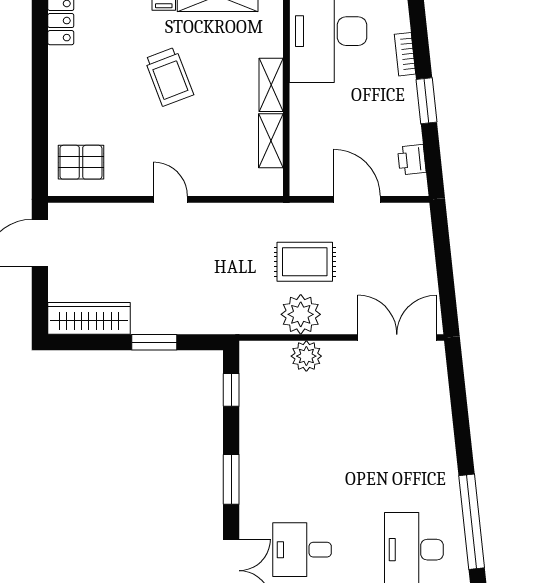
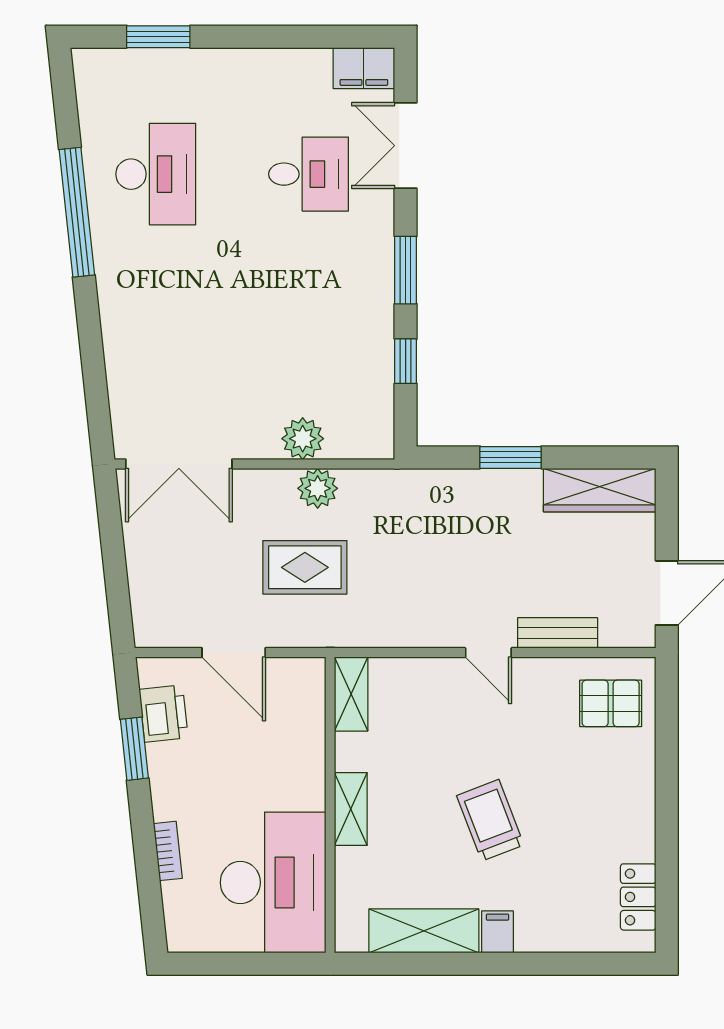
window: (427, 101) -> (134, 749), moved
shelving: (271, 141) -> (351, 694), moved
printer: (412, 160) -> (164, 714), width x1.36, depth x1.24
bench: (120, 214) -> (558, 633), added
plant: (301, 314) -> (318, 488), width x0.73, depth x0.73
window: (231, 390) -> (406, 361), moved

